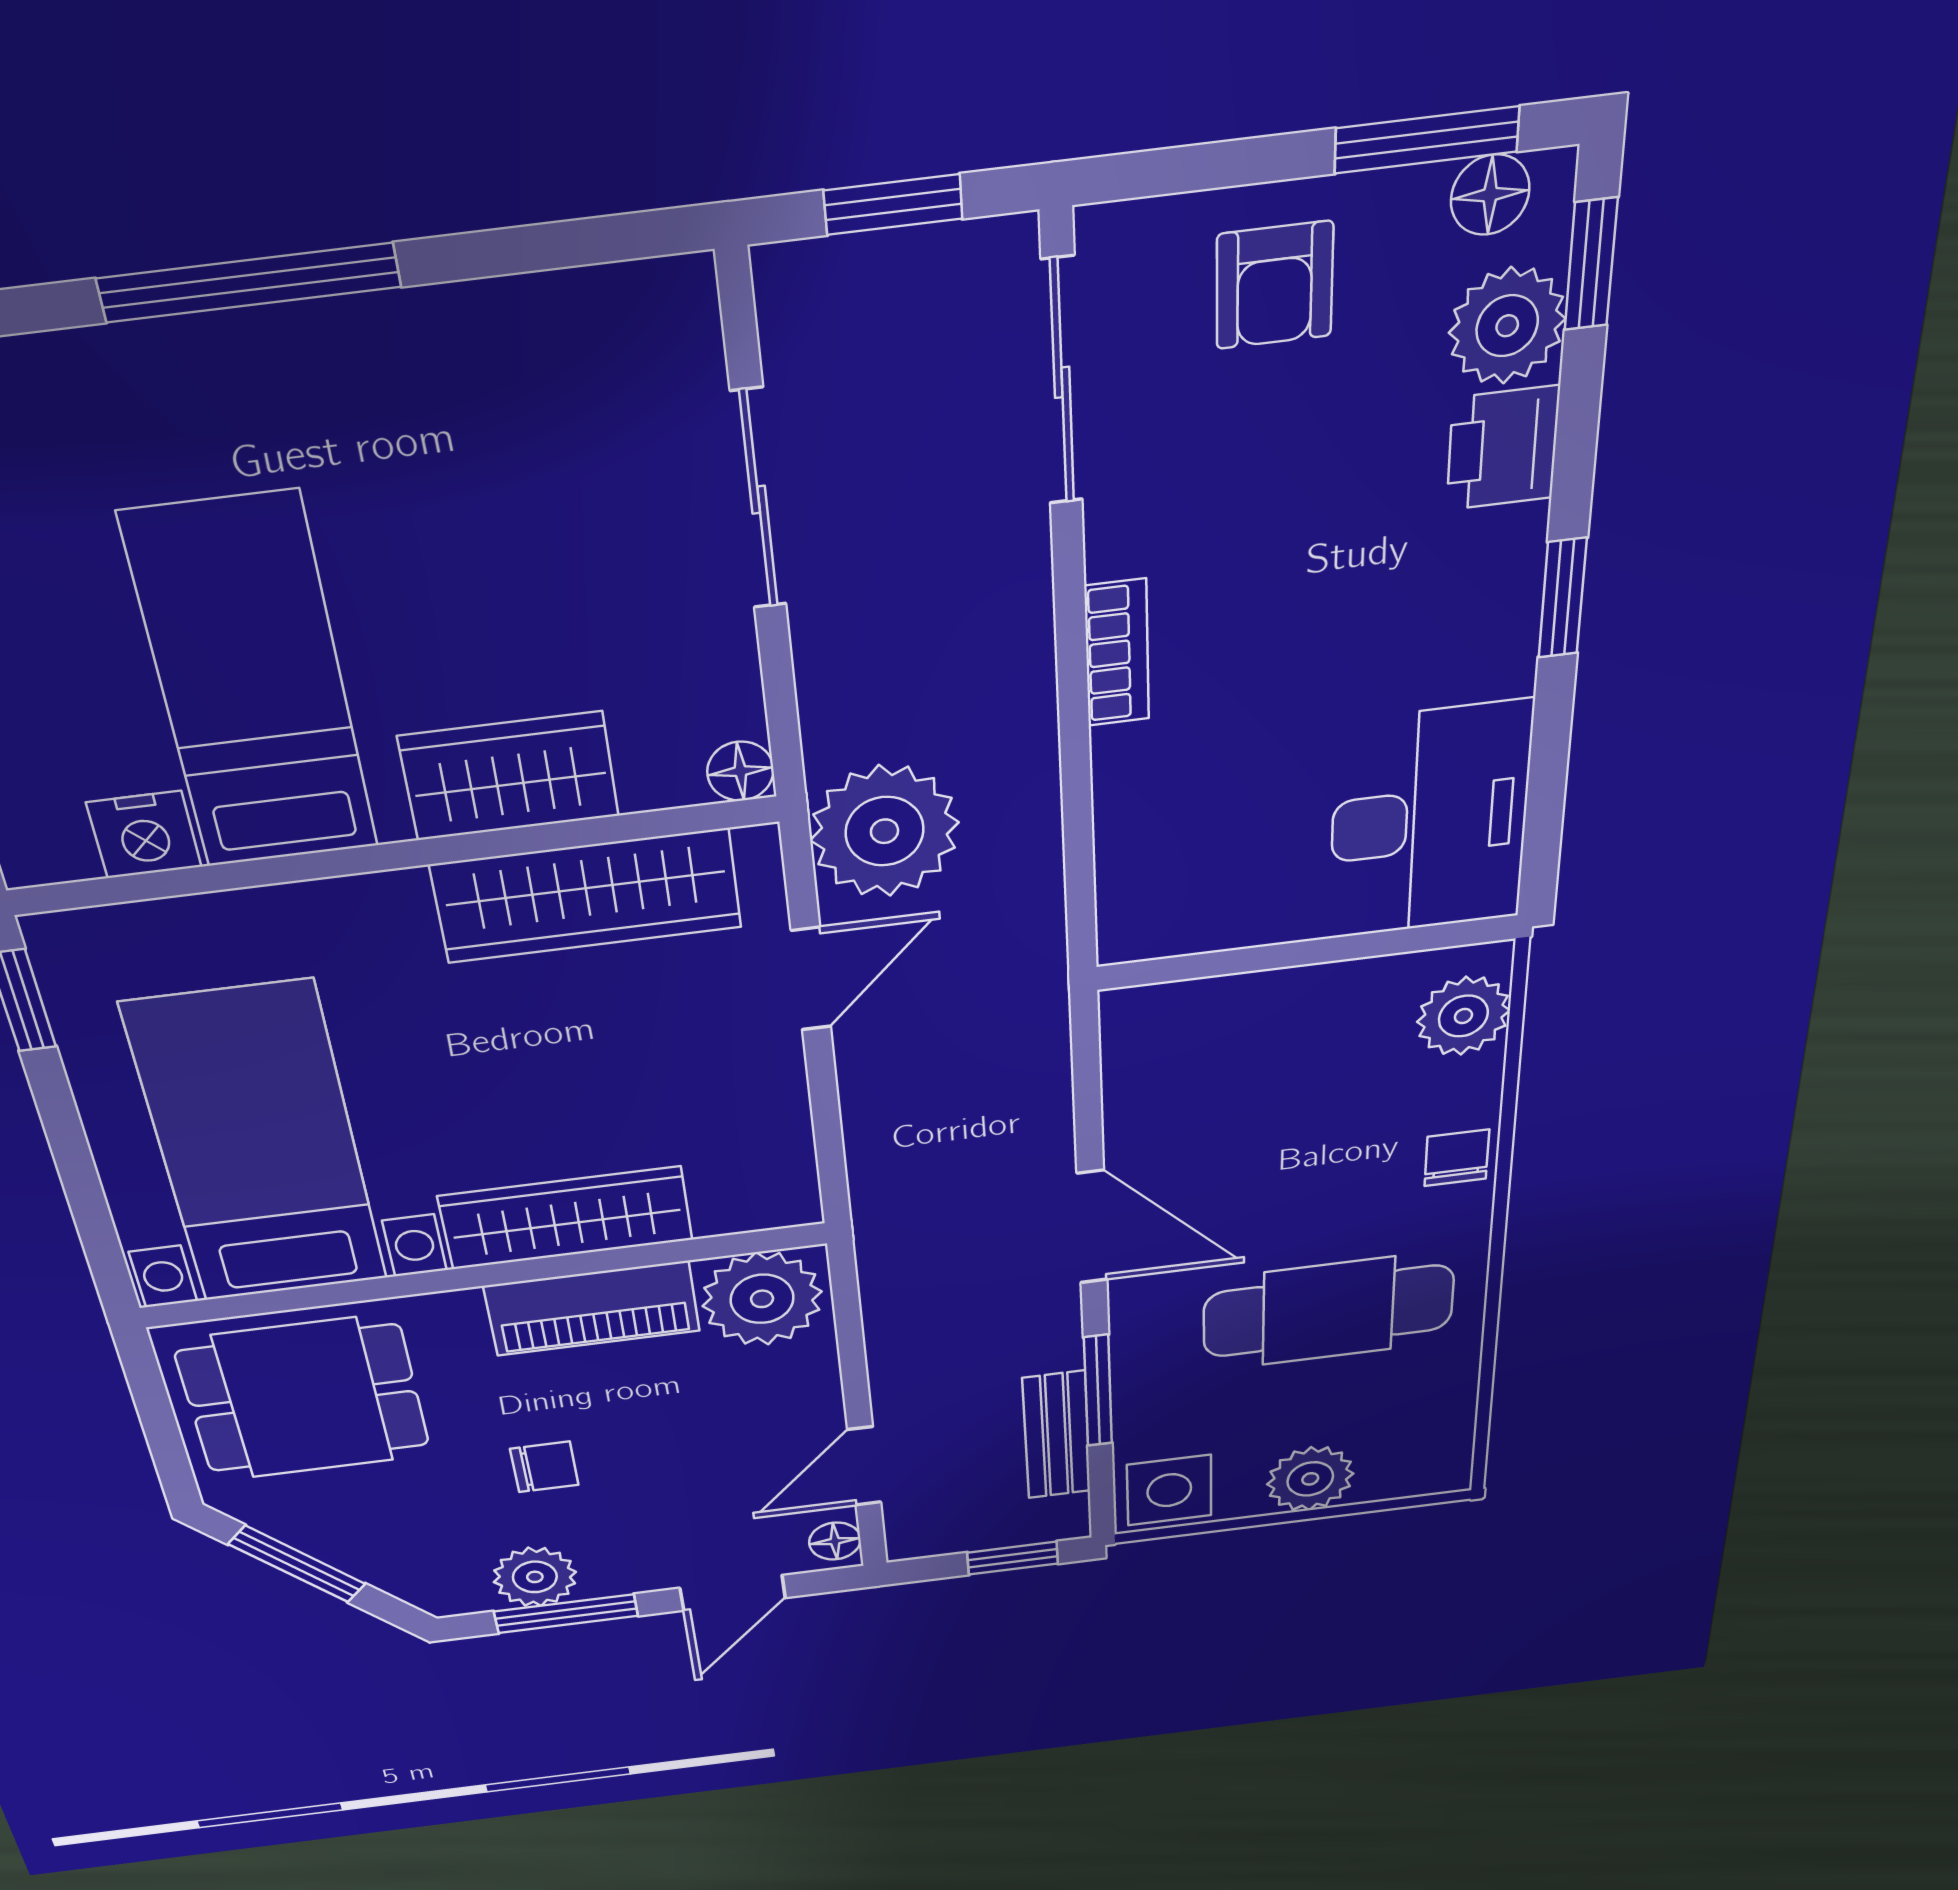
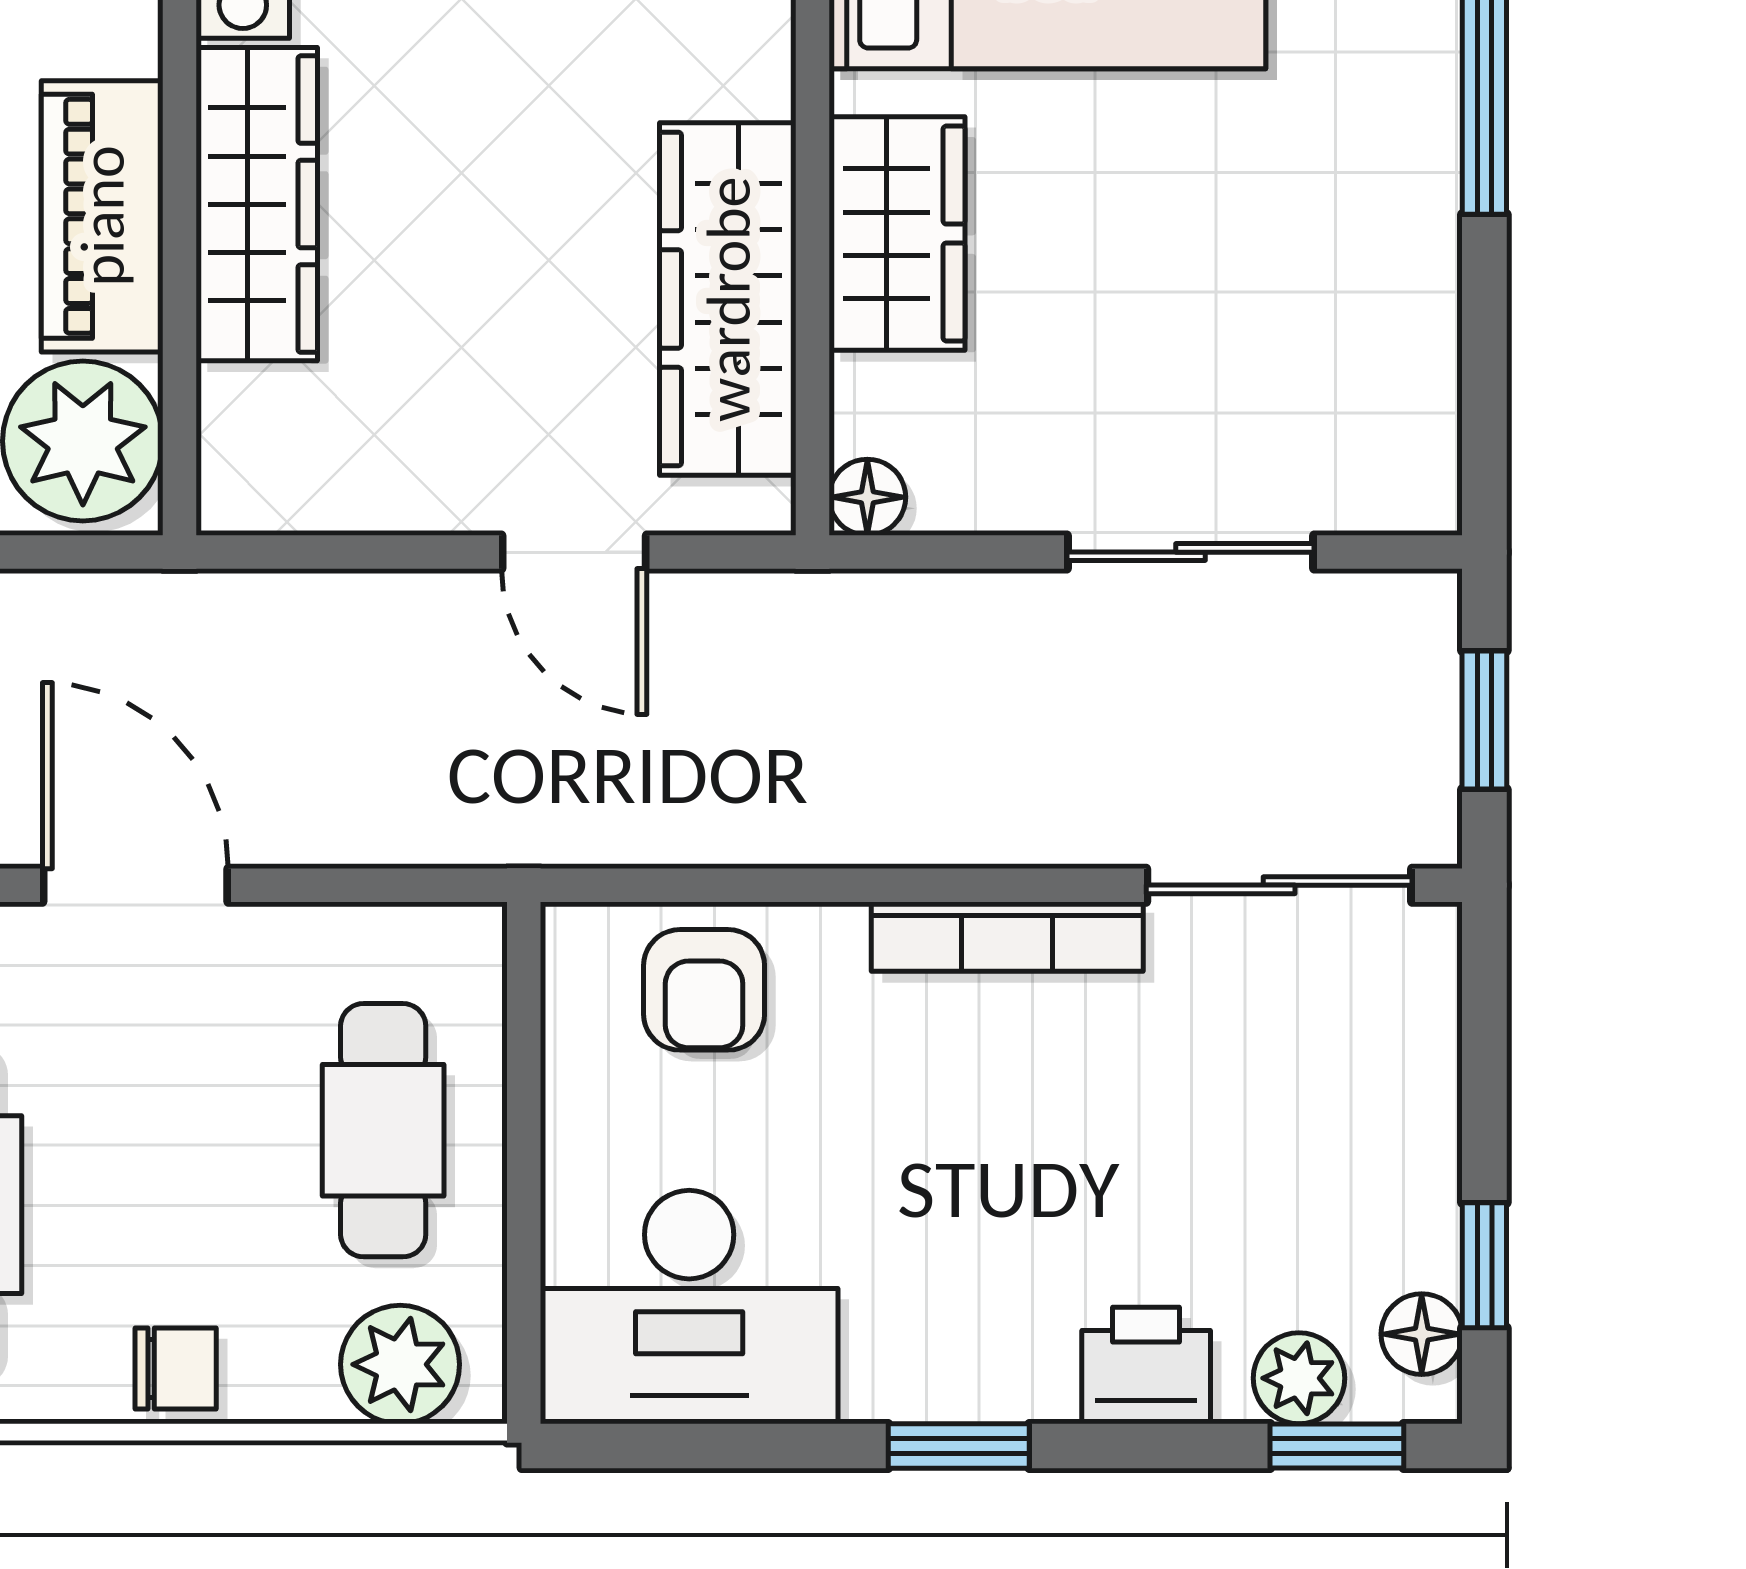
window: (1427, 140) -> (1484, 1265), width x0.67
armchair: (1274, 285) -> (704, 990), moved, turned -90
plant: (1507, 326) -> (1299, 1378), width x0.73, depth x0.73
bookcase: (1117, 653) -> (1007, 937), width x1.56
plant: (885, 831) -> (766, 657), removed
cafe table: (1279, 1050) -> (383, 1130), added
door: (1092, 1227) -> (135, 885), swing flipped

